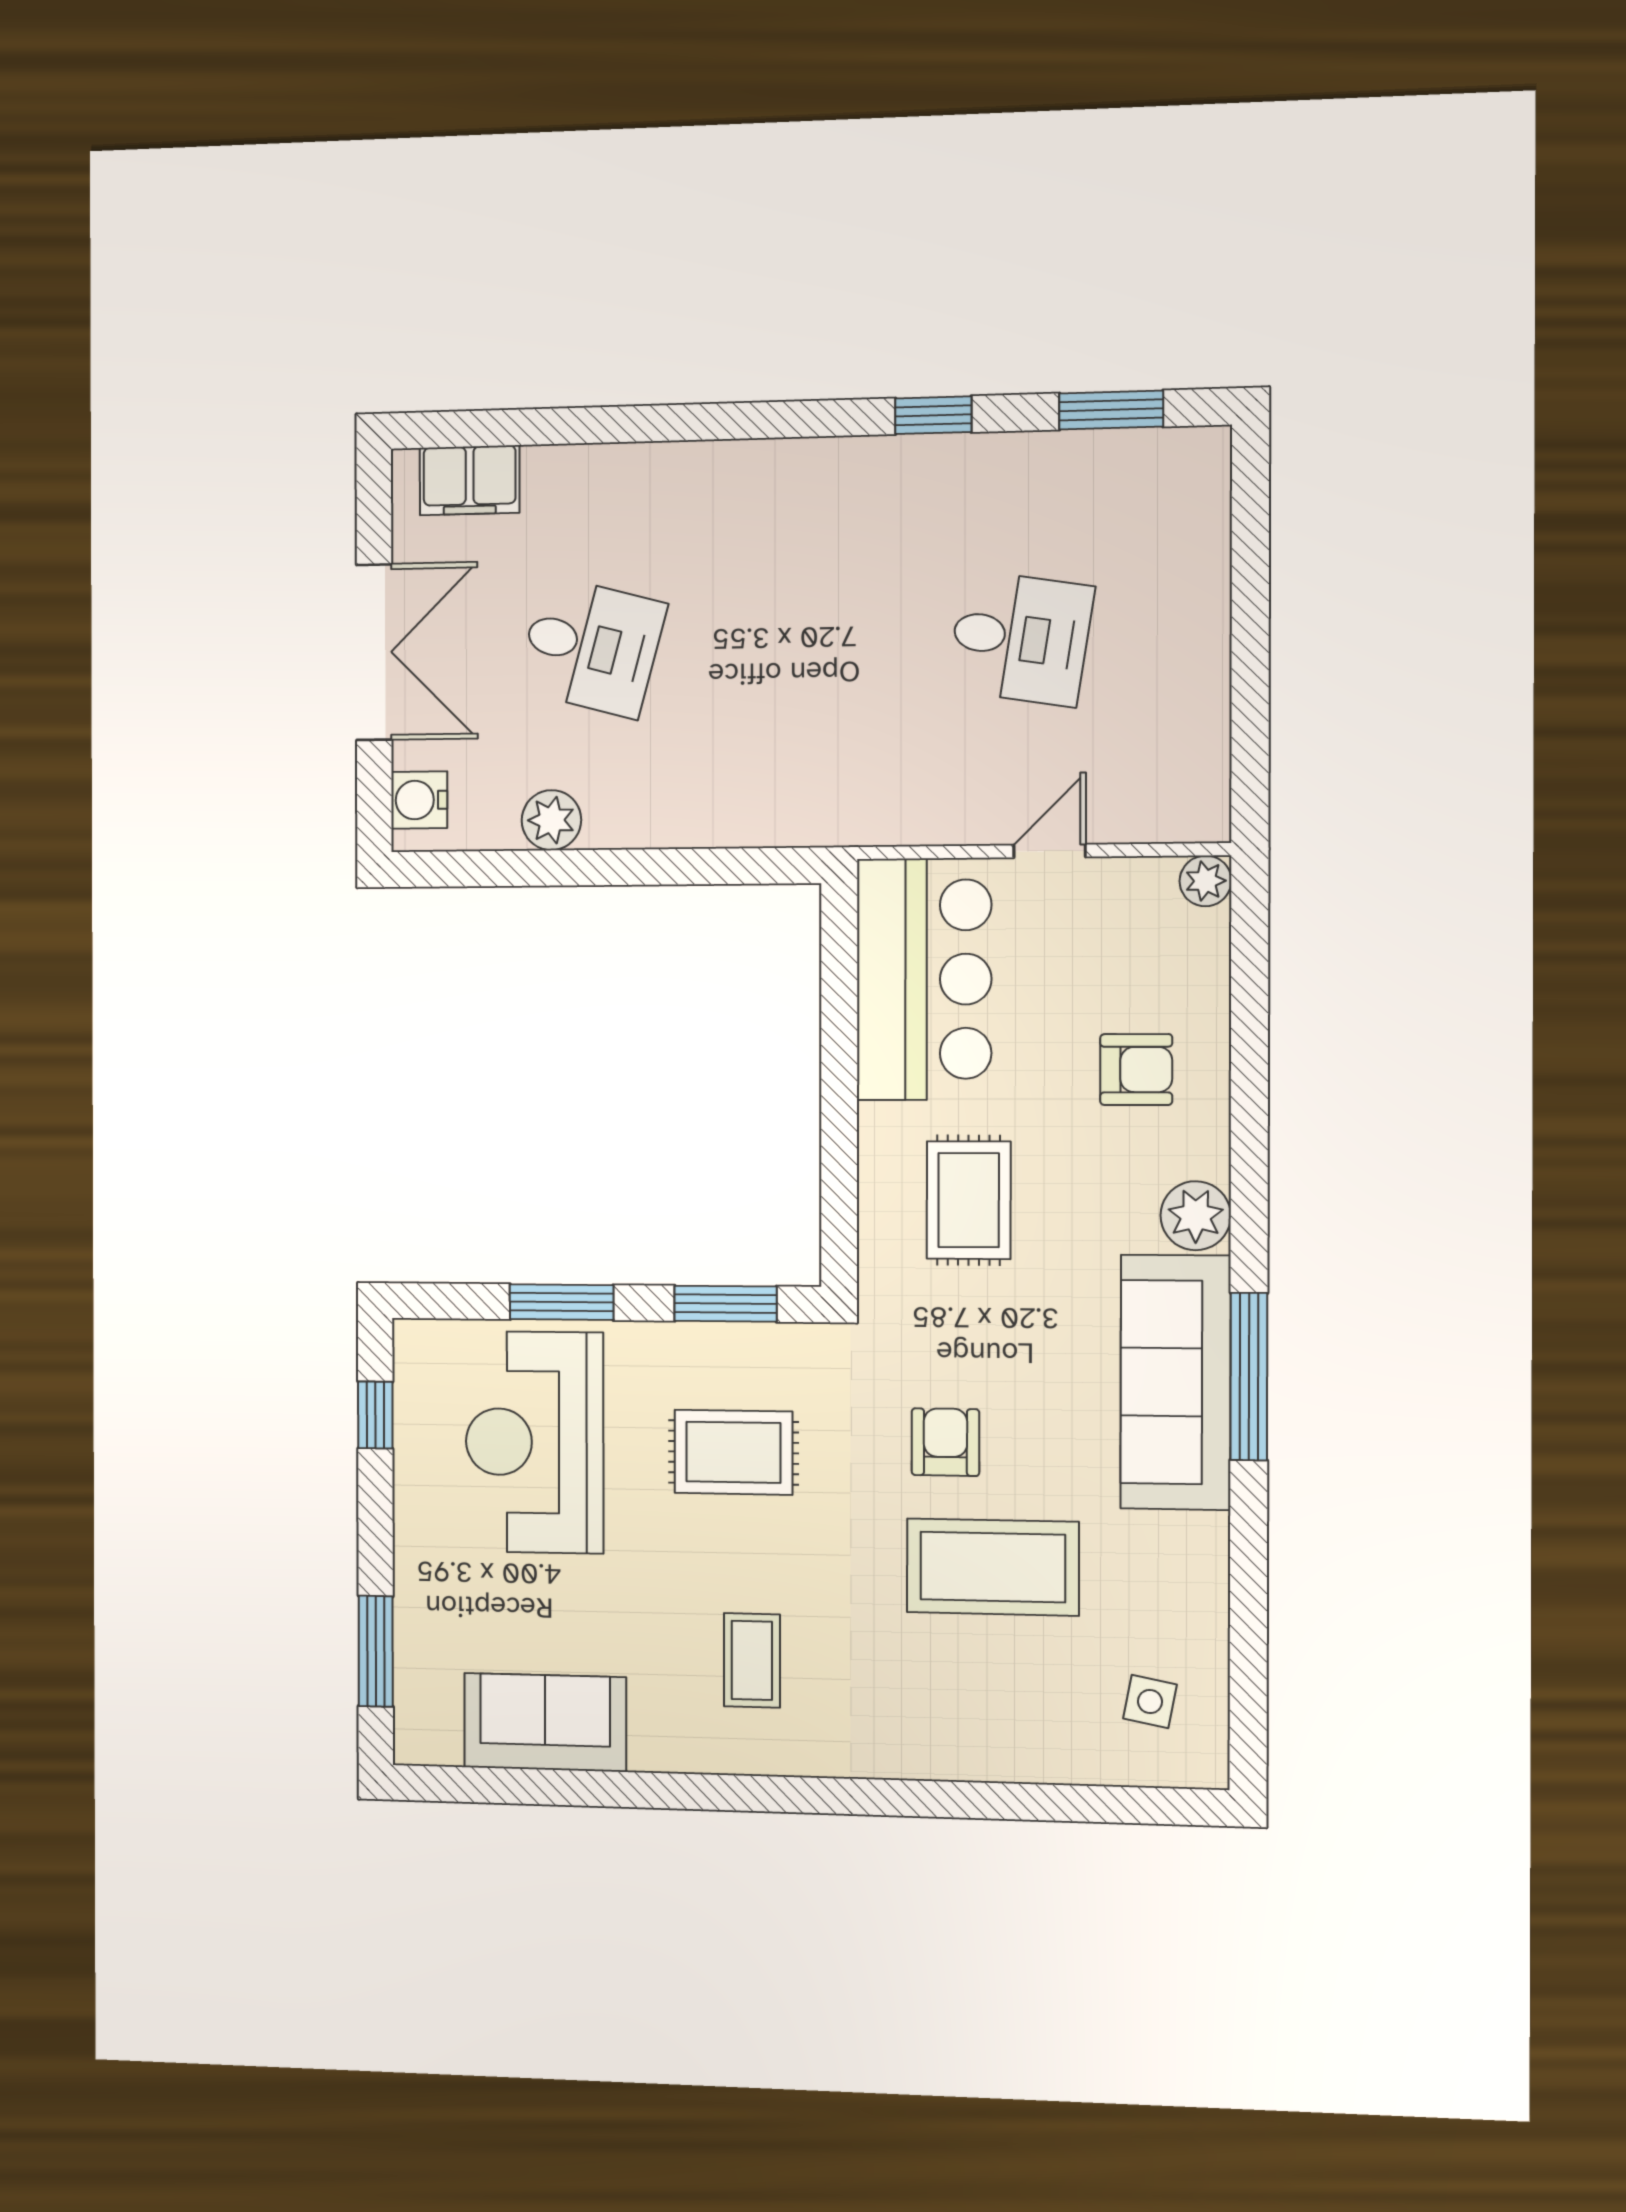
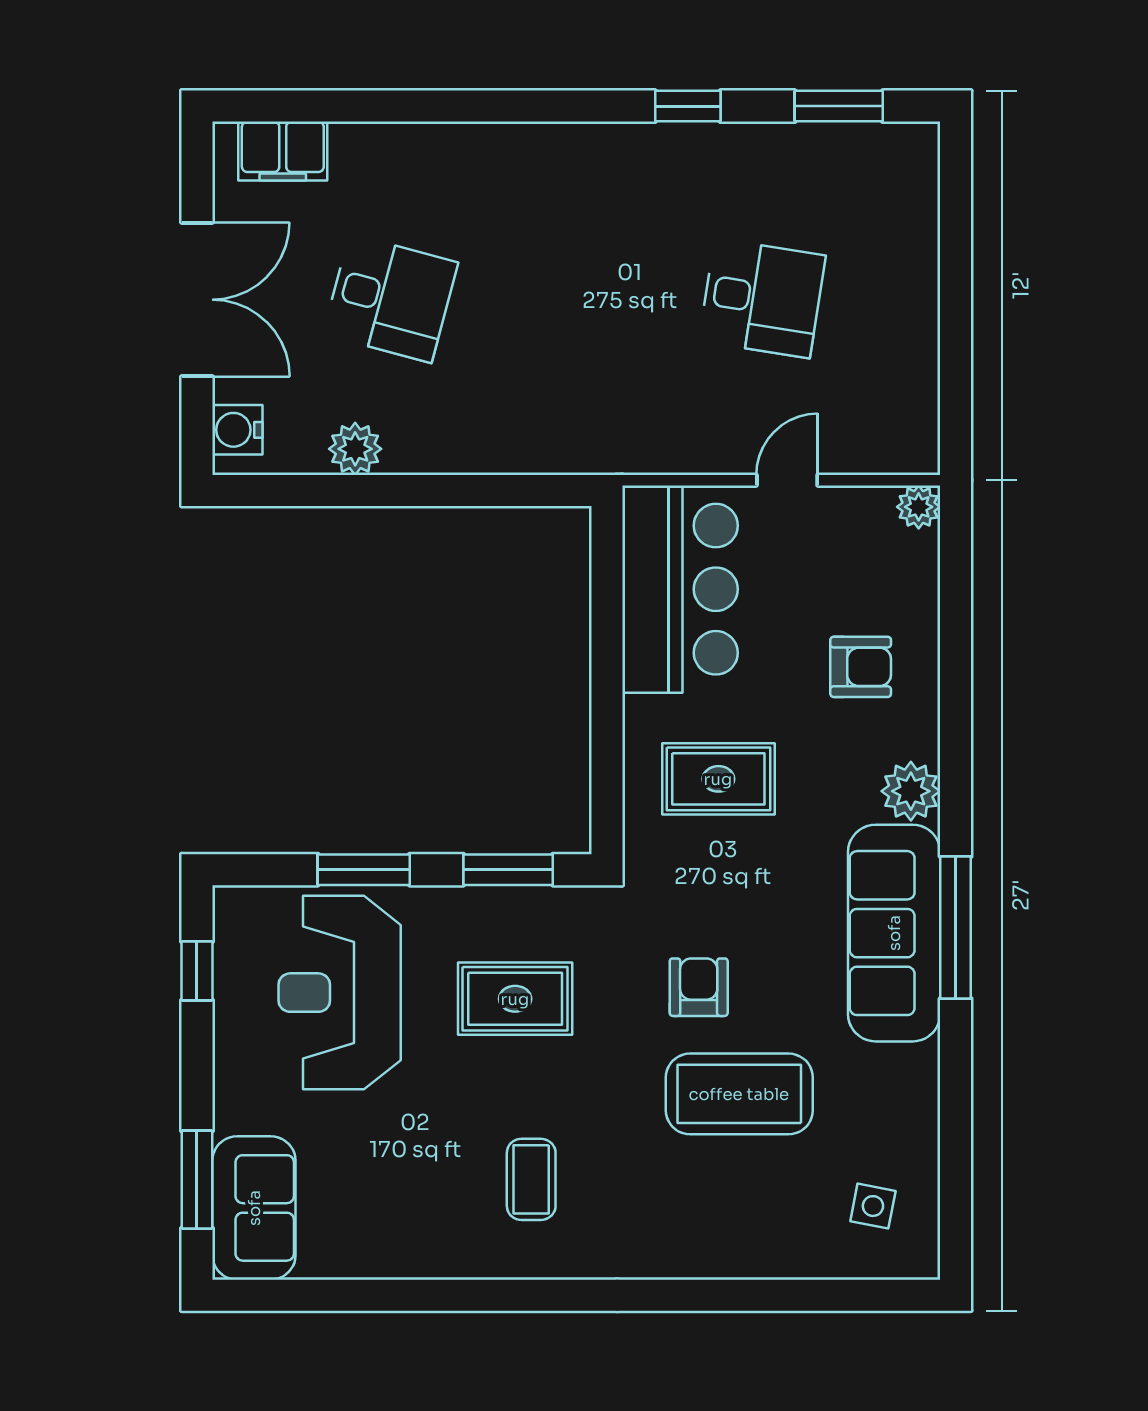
rug: (969, 1200) -> (718, 779), turned 90
sofa: (545, 1722) -> (254, 1208), moved, turned 90

